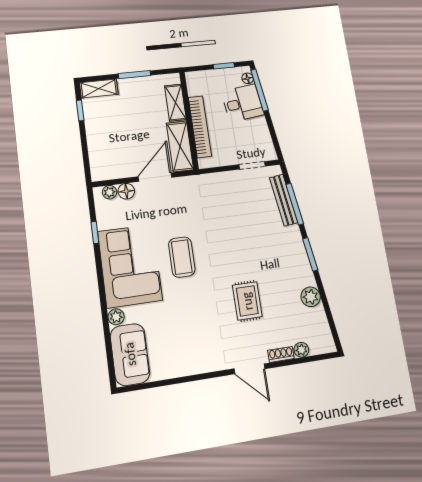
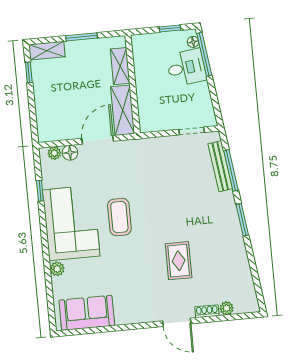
bookcase: (200, 127) -> (143, 91), removed
plant: (311, 297) -> (239, 260), removed
sofa: (130, 354) -> (87, 313), moved, turned -90

